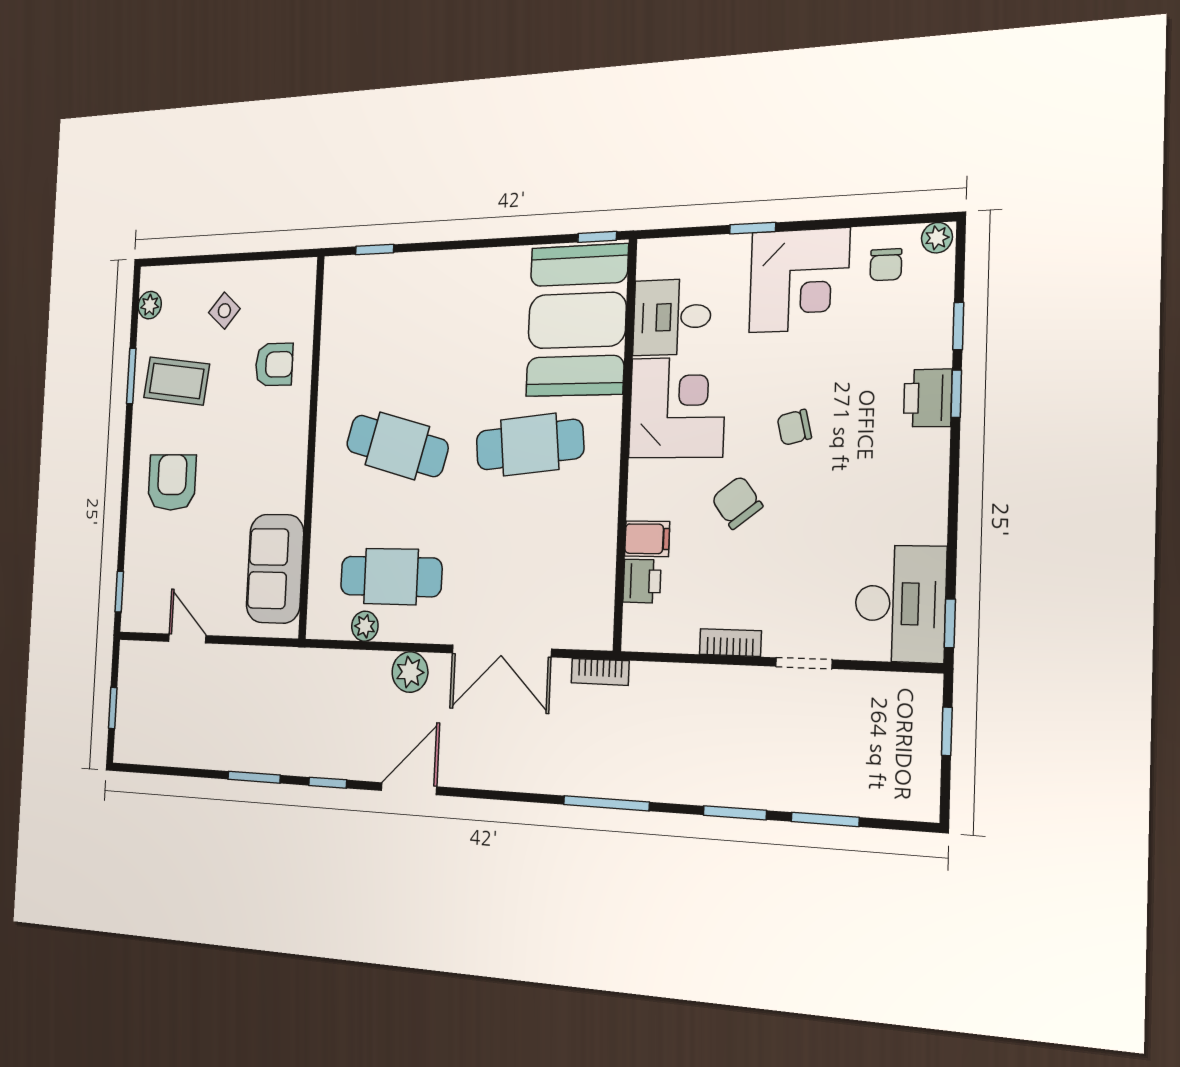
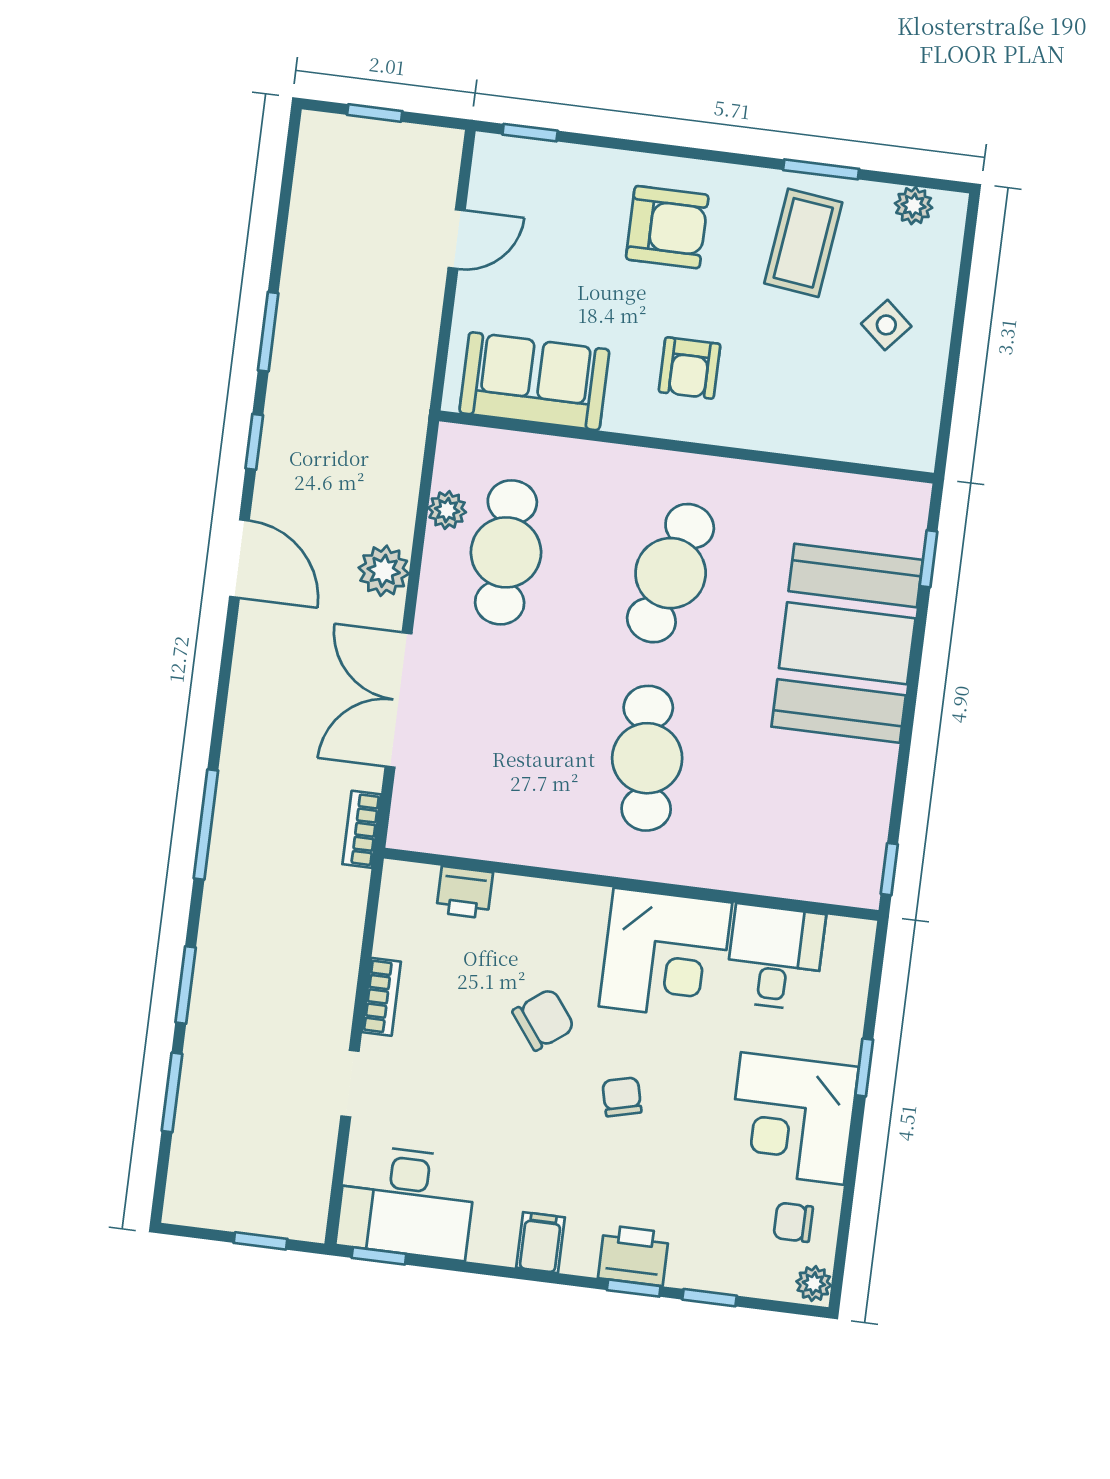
booth: (577, 320) -> (847, 643), moved, turned 90
armchair: (274, 364) -> (690, 368), moved
filing cabinet: (647, 539) -> (540, 1243), moved, turned 180

